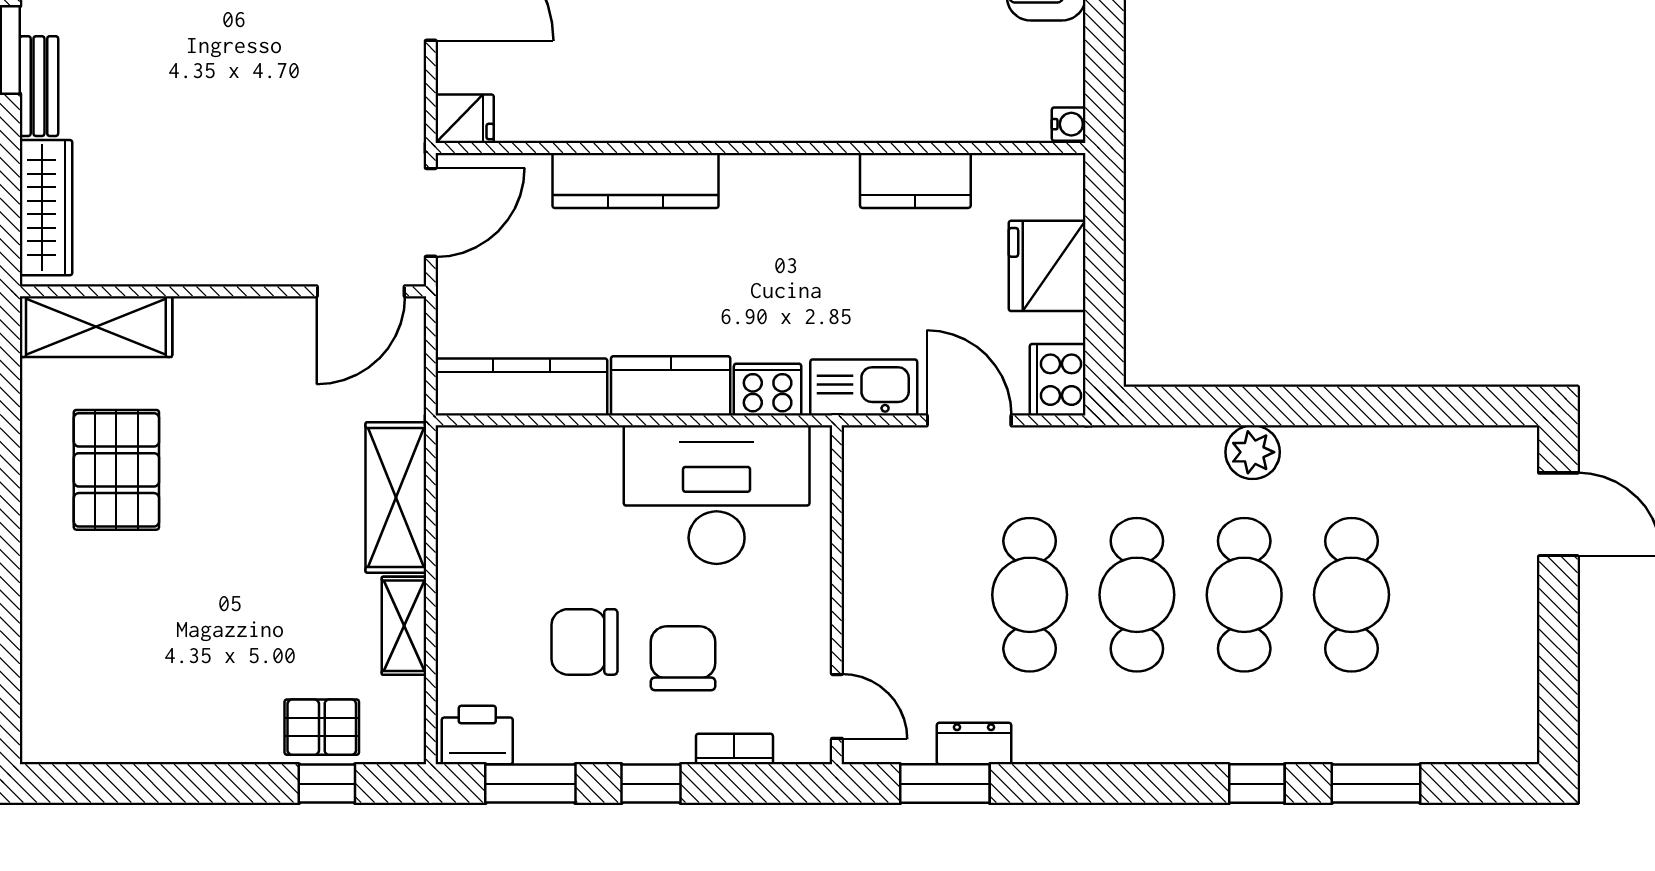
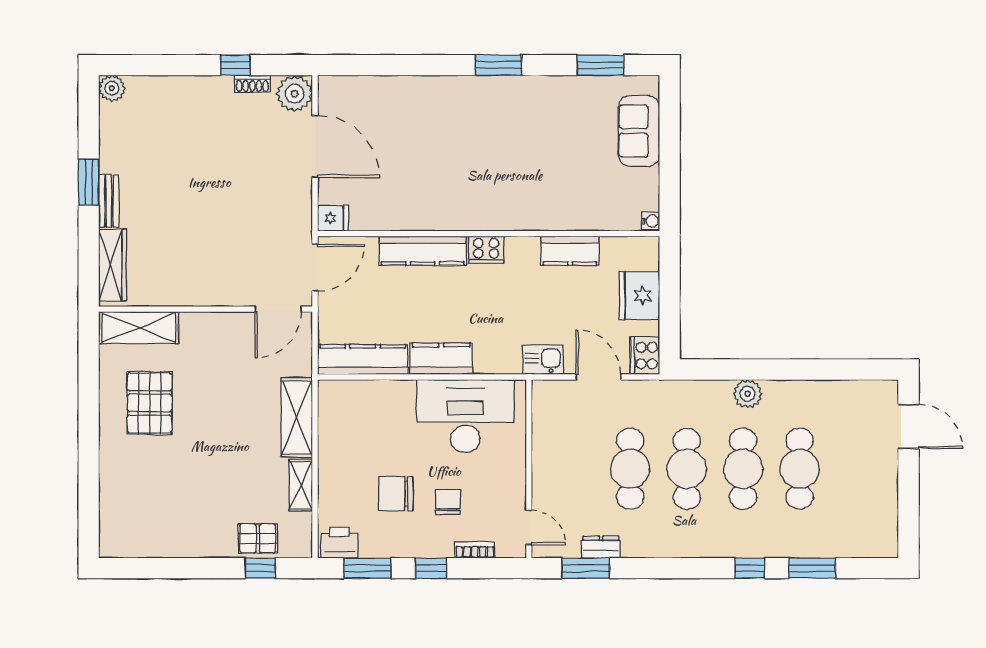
kitchen sink: (864, 387) -> (543, 360), width x0.73
cooker: (768, 390) -> (486, 250), moved, turned 180
chair: (683, 658) -> (448, 502), width x0.73, depth x0.73

